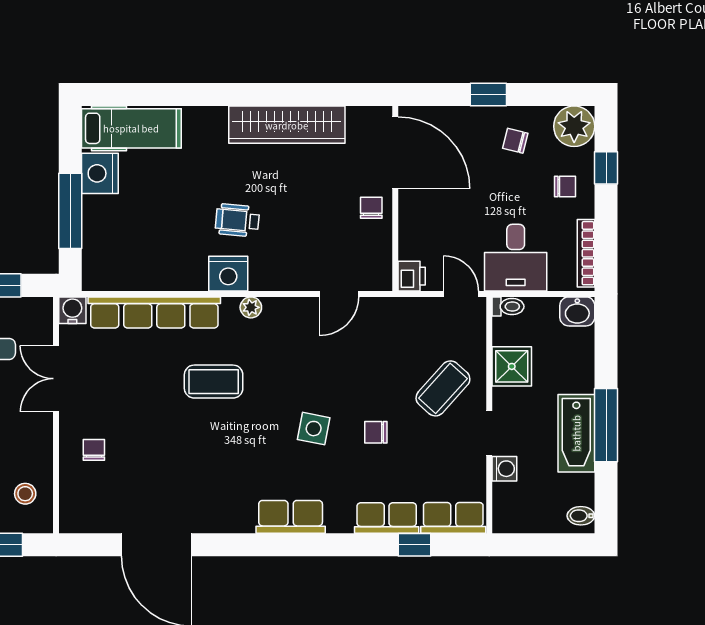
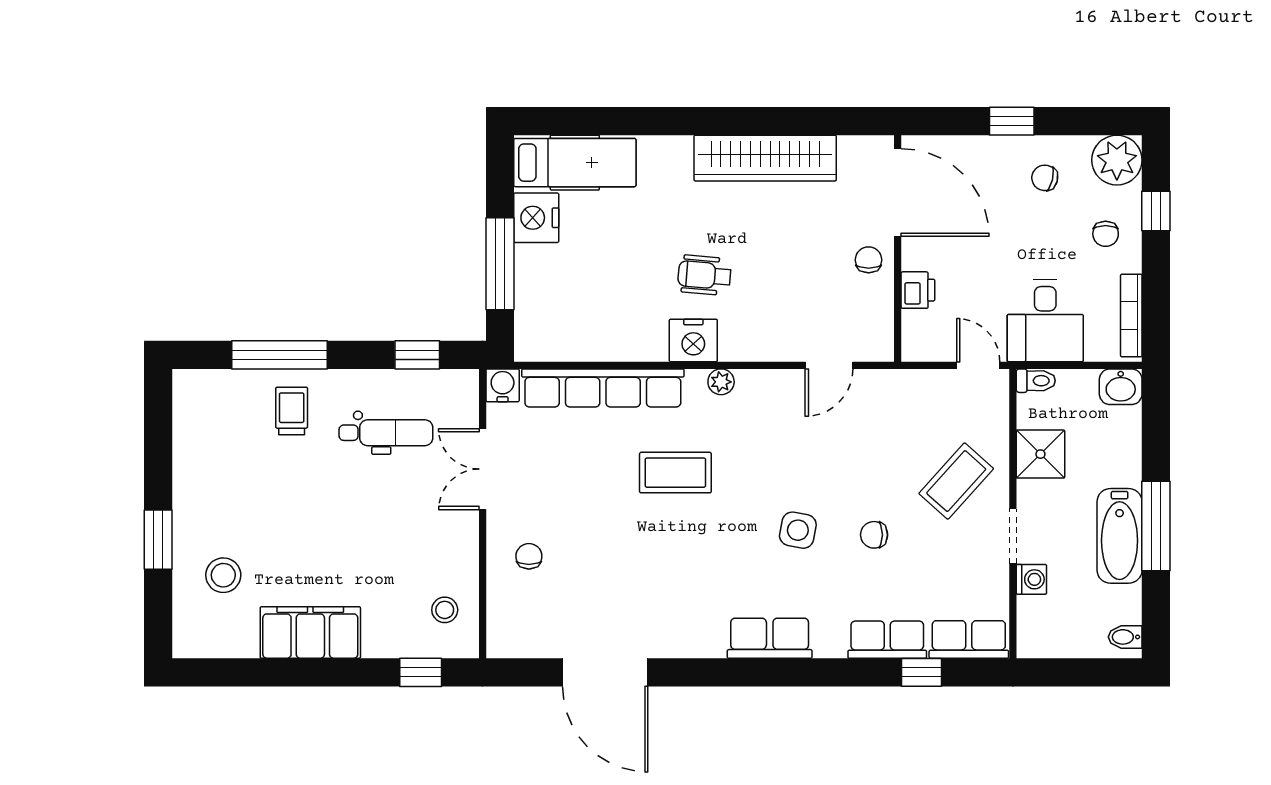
chair: (565, 187) -> (1106, 234), turned 90
printer: (412, 276) -> (918, 290), moved

